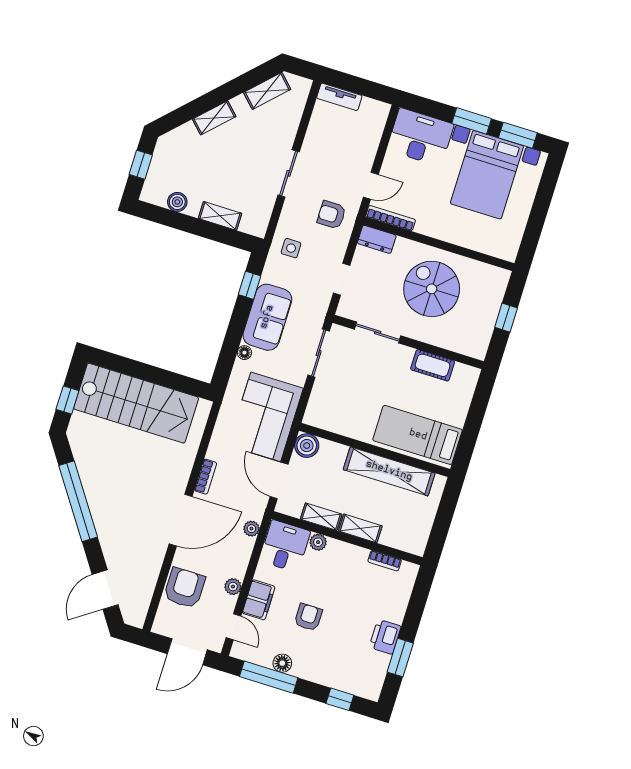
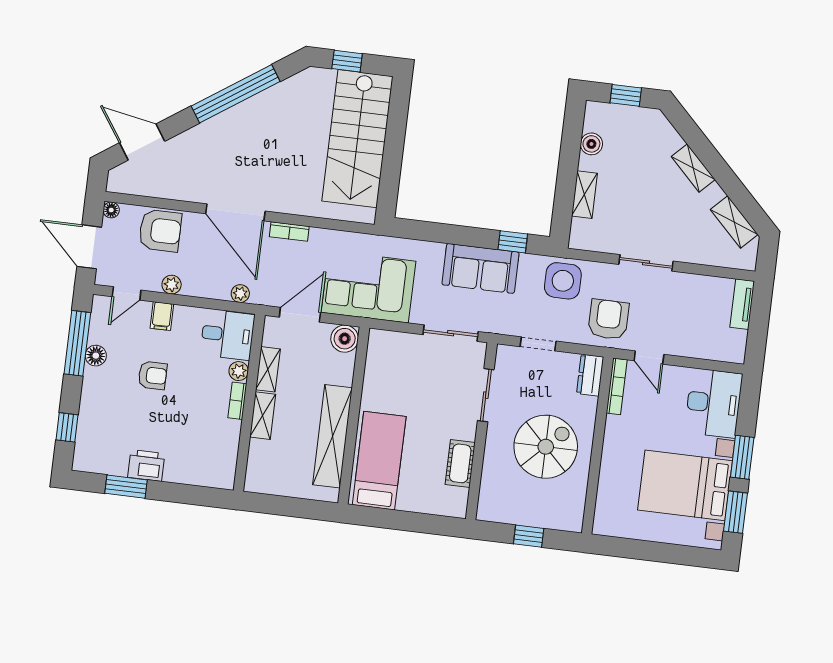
armchair: (332, 215) -> (608, 319), width x1.38, depth x1.38
side table: (291, 248) -> (563, 281), width x1.87, depth x1.87
floor lamp: (244, 353) -> (111, 210), moved
bookcase: (385, 561) -> (237, 401), moved
filing cabinet: (259, 600) -> (162, 316), width x0.50

